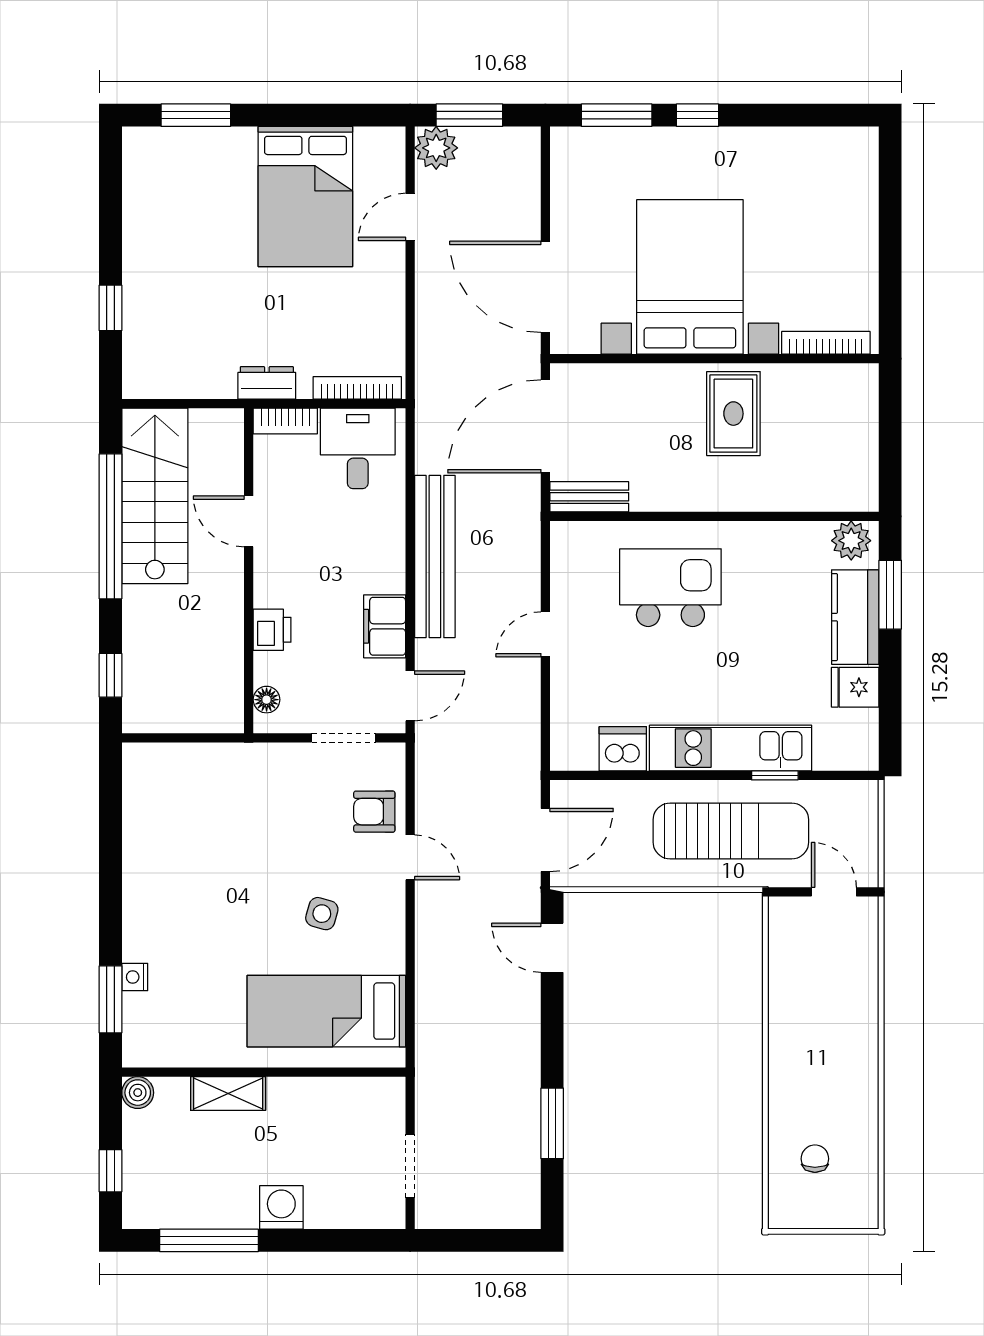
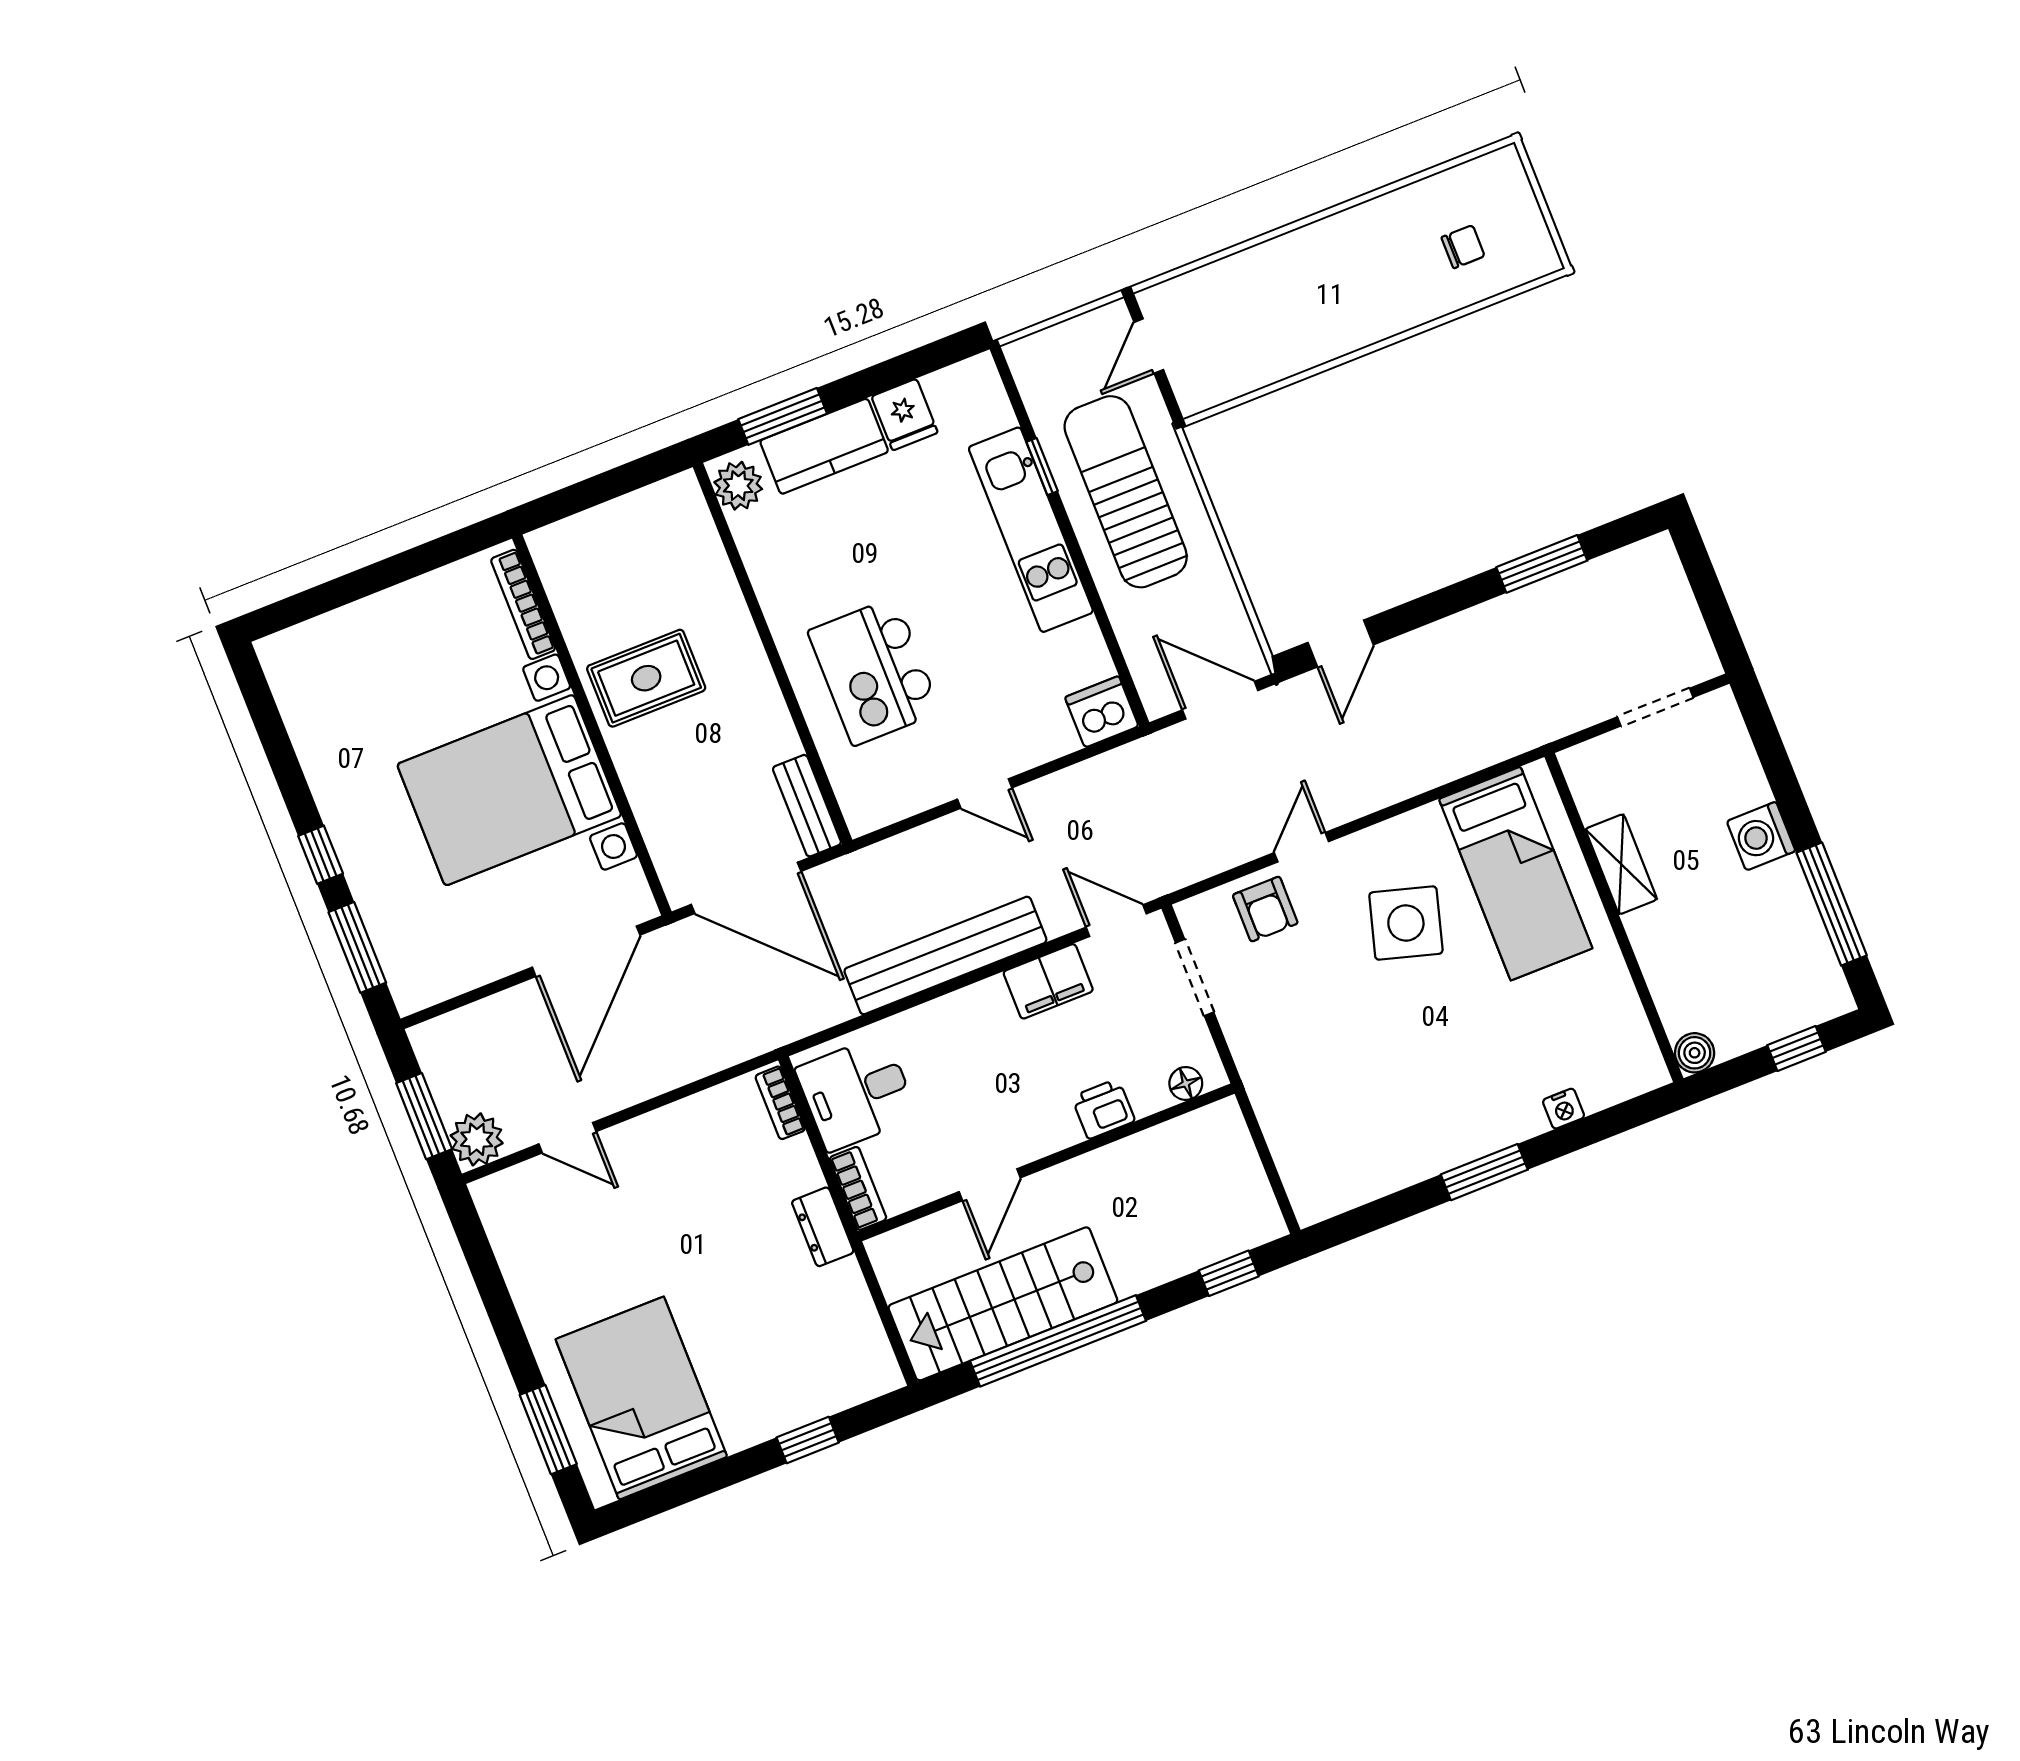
bed: (305, 197) -> (641, 1398), moved, turned -90
bookcase: (357, 388) -> (780, 1103), width x0.64
dishwasher: (623, 749) -> (1102, 712), moved, turned 90
side table: (322, 914) -> (1406, 923), width x1.87, depth x1.87
window: (111, 999) -> (1484, 1172), moved
shelving: (228, 1094) -> (1621, 864), moved
chair: (815, 1159) -> (1463, 247), turned 180

